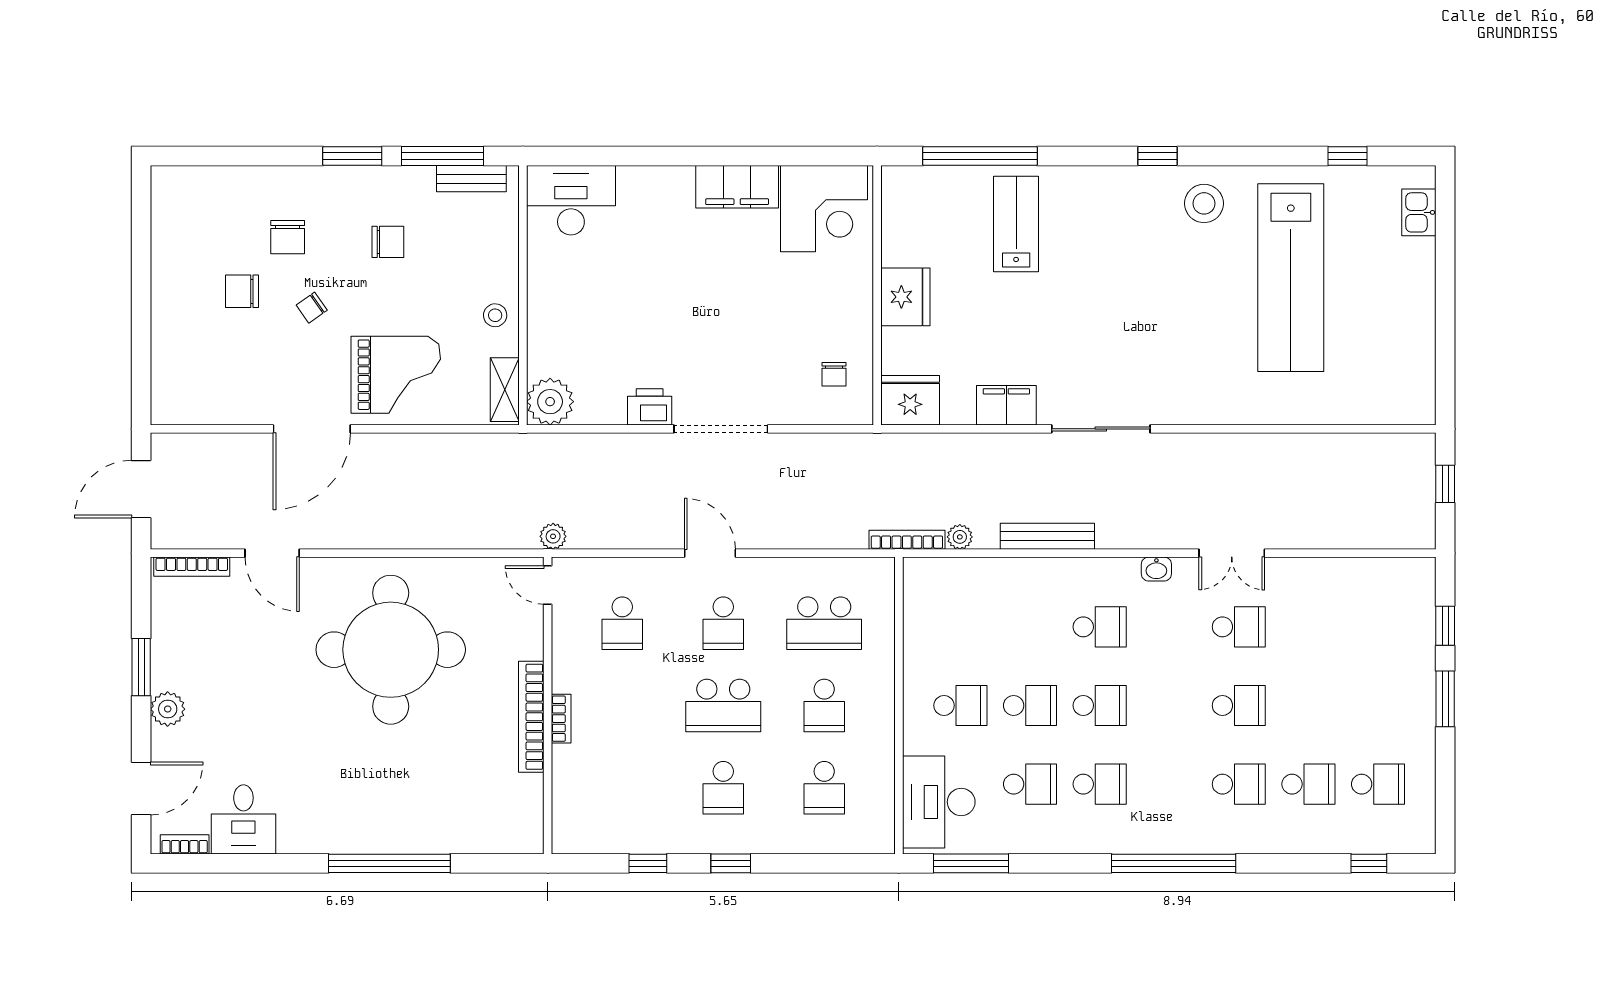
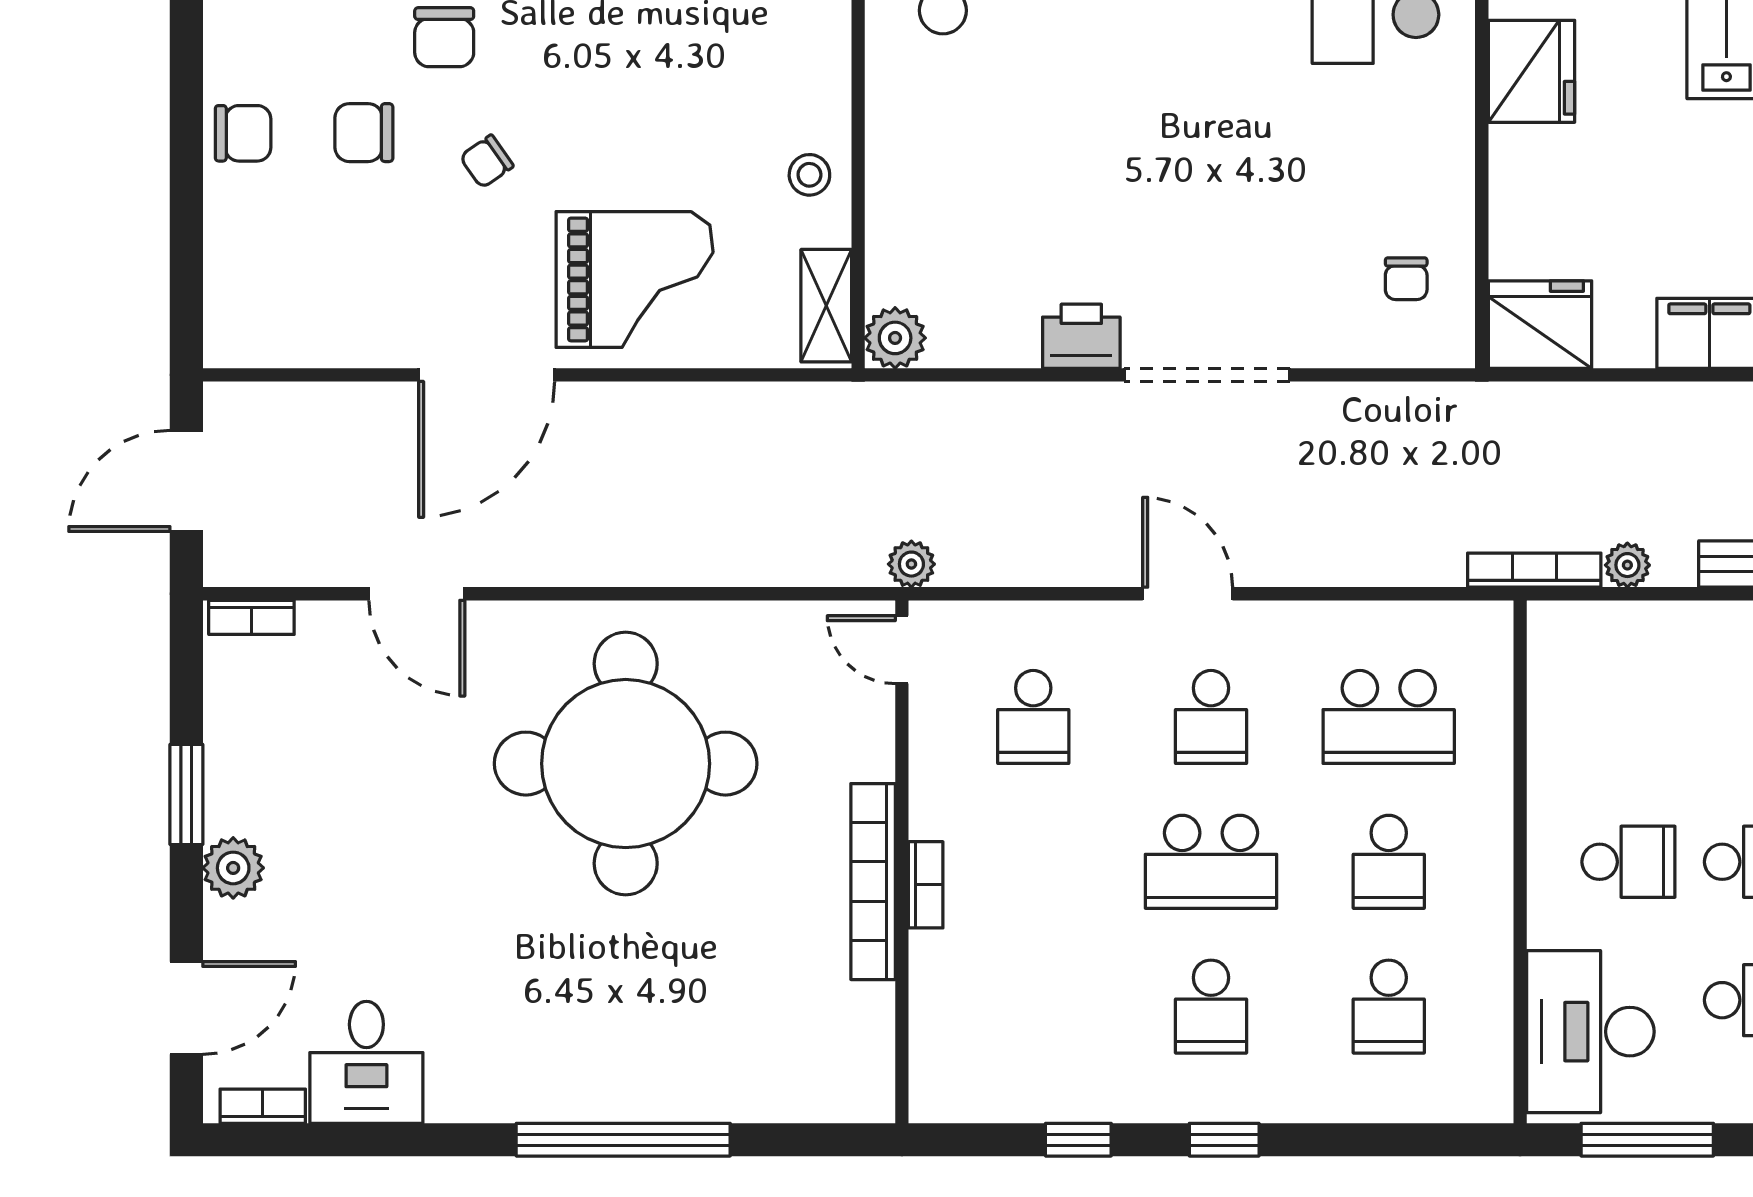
chair: (388, 242) -> (243, 133), moved
fridge: (905, 297) -> (1532, 71), moved
plant: (550, 402) -> (895, 338), width x0.73, depth x0.73
bookcase: (192, 567) -> (251, 617), width x0.64

